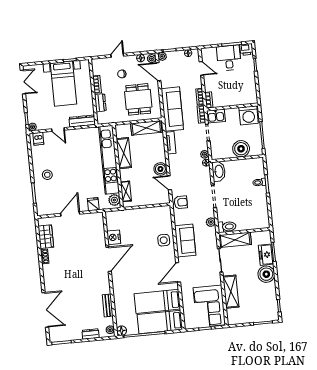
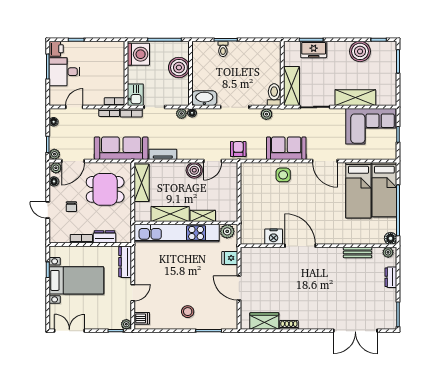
shelving: (126, 191) -> (203, 216), moved
boiler: (266, 274) -> (360, 51), moved
double door: (45, 310) -> (355, 331), swing flipped

